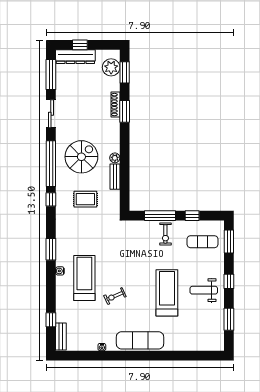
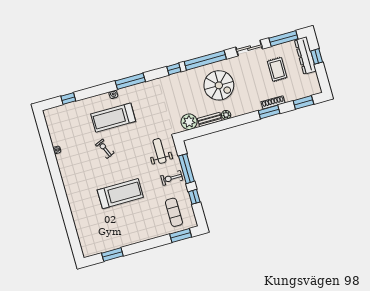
plant: (111, 67) -> (189, 122), moved
rug: (85, 199) -> (277, 69), moved
window: (51, 249) -> (130, 81), width x1.44
treadmill: (84, 278) -> (113, 118), turned 180
window: (229, 281) -> (146, 245), removed
weight bench: (204, 290) -> (160, 151), moved
bench: (61, 336) -> (56, 111), removed
exercise mat: (140, 340) -> (72, 182), removed

